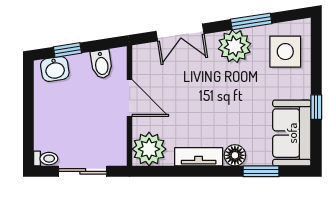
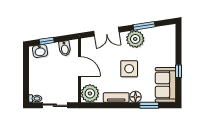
side table: (285, 52) -> (129, 69), moved

